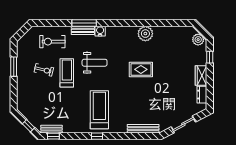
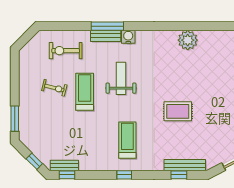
weight bench: (95, 63) -> (121, 78), turned -90
window: (14, 67) -> (15, 119), moved
rug: (141, 69) -> (178, 111), moved
treadmill: (99, 110) -> (127, 140), width x0.73, depth x0.73
window: (139, 136) -> (179, 175), added

